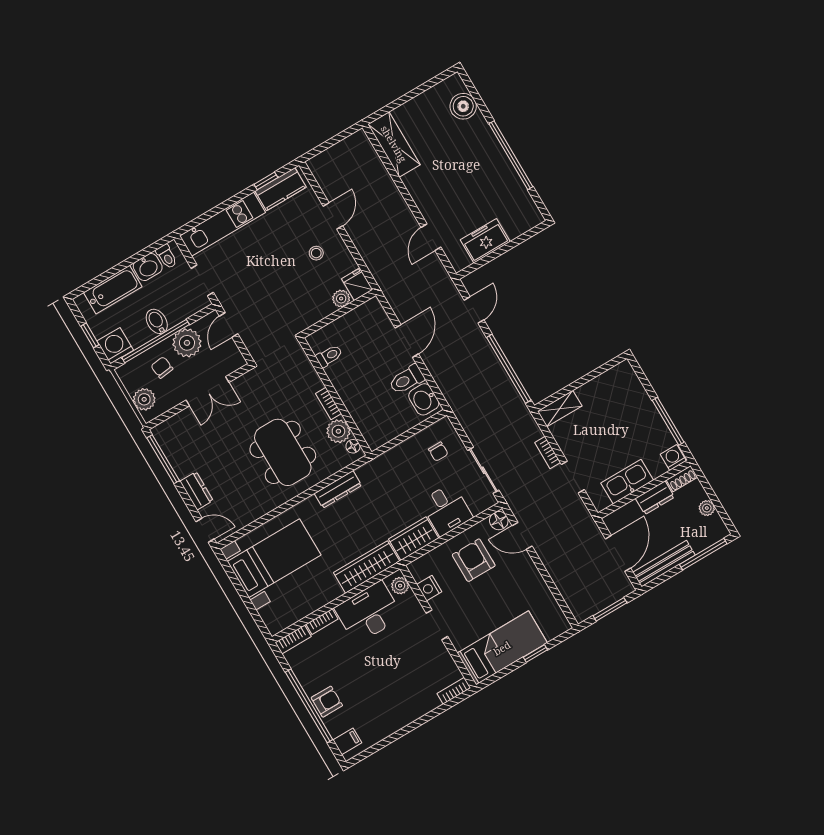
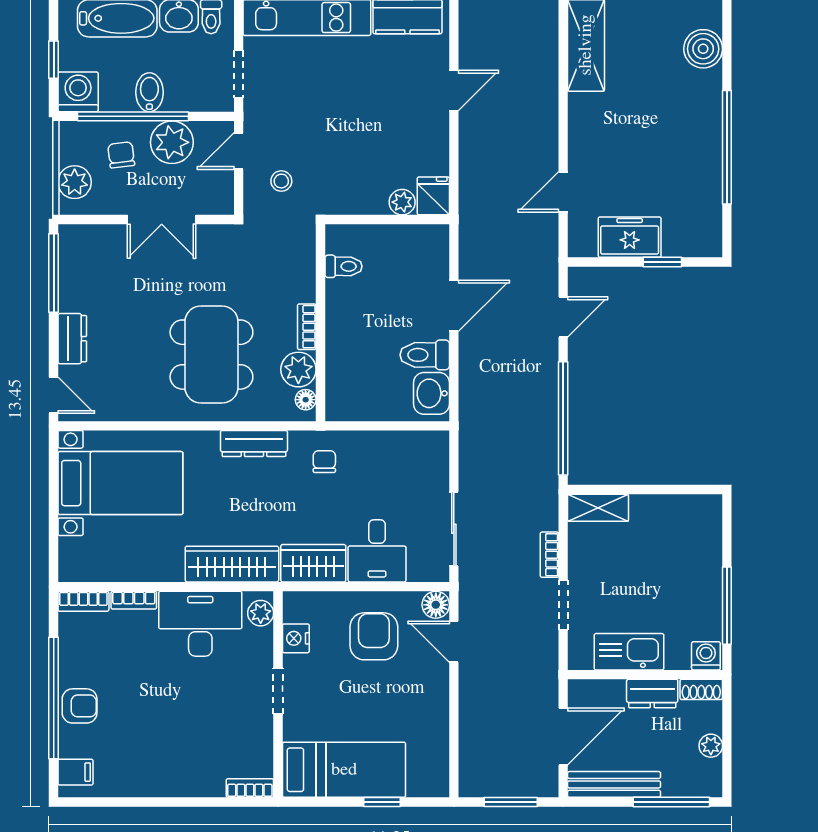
window: (513, 244) -> (662, 262), added
stool: (316, 253) -> (281, 181), moved
chair: (438, 452) -> (324, 462), moved, turned 180

